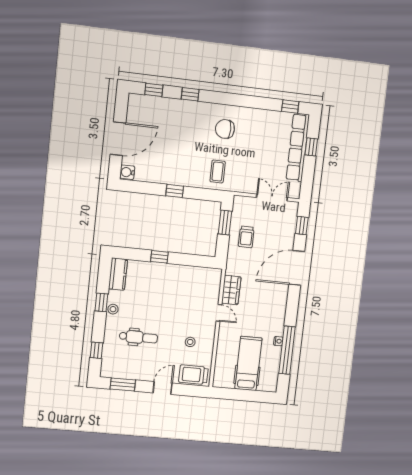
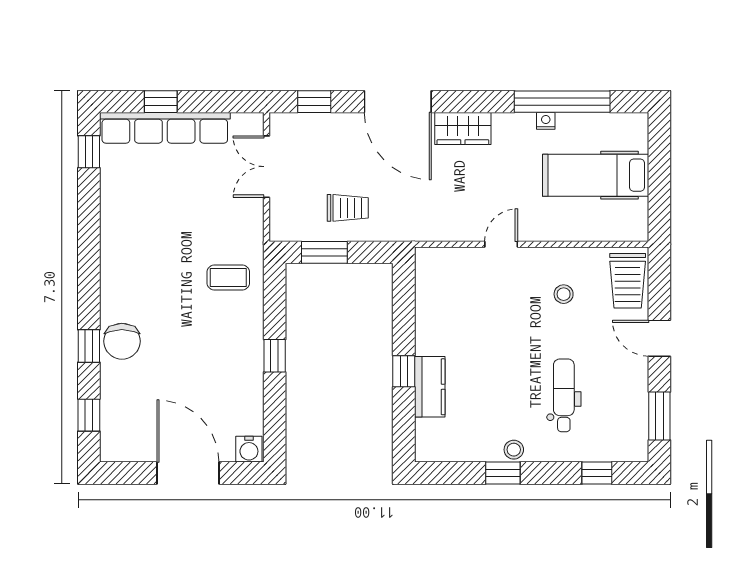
chair: (225, 129) -> (122, 341), moved
kitchen counter: (118, 274) -> (430, 387), moved, turned 90
wardrobe: (231, 290) -> (463, 129), moved, turned 180

